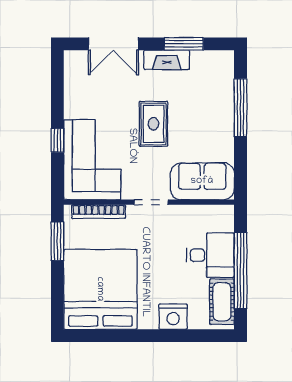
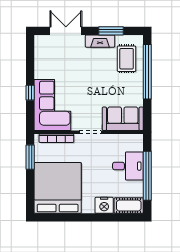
double door: (113, 44) -> (66, 31), swing flipped
window: (241, 108) -> (147, 72), width x1.46
rug: (154, 124) -> (127, 59), moved
cot: (222, 302) -> (129, 206), moved, turned 90

